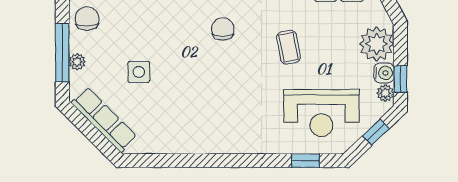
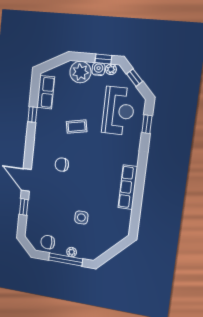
row of seats: (104, 120) -> (128, 187), moved, turned -45

